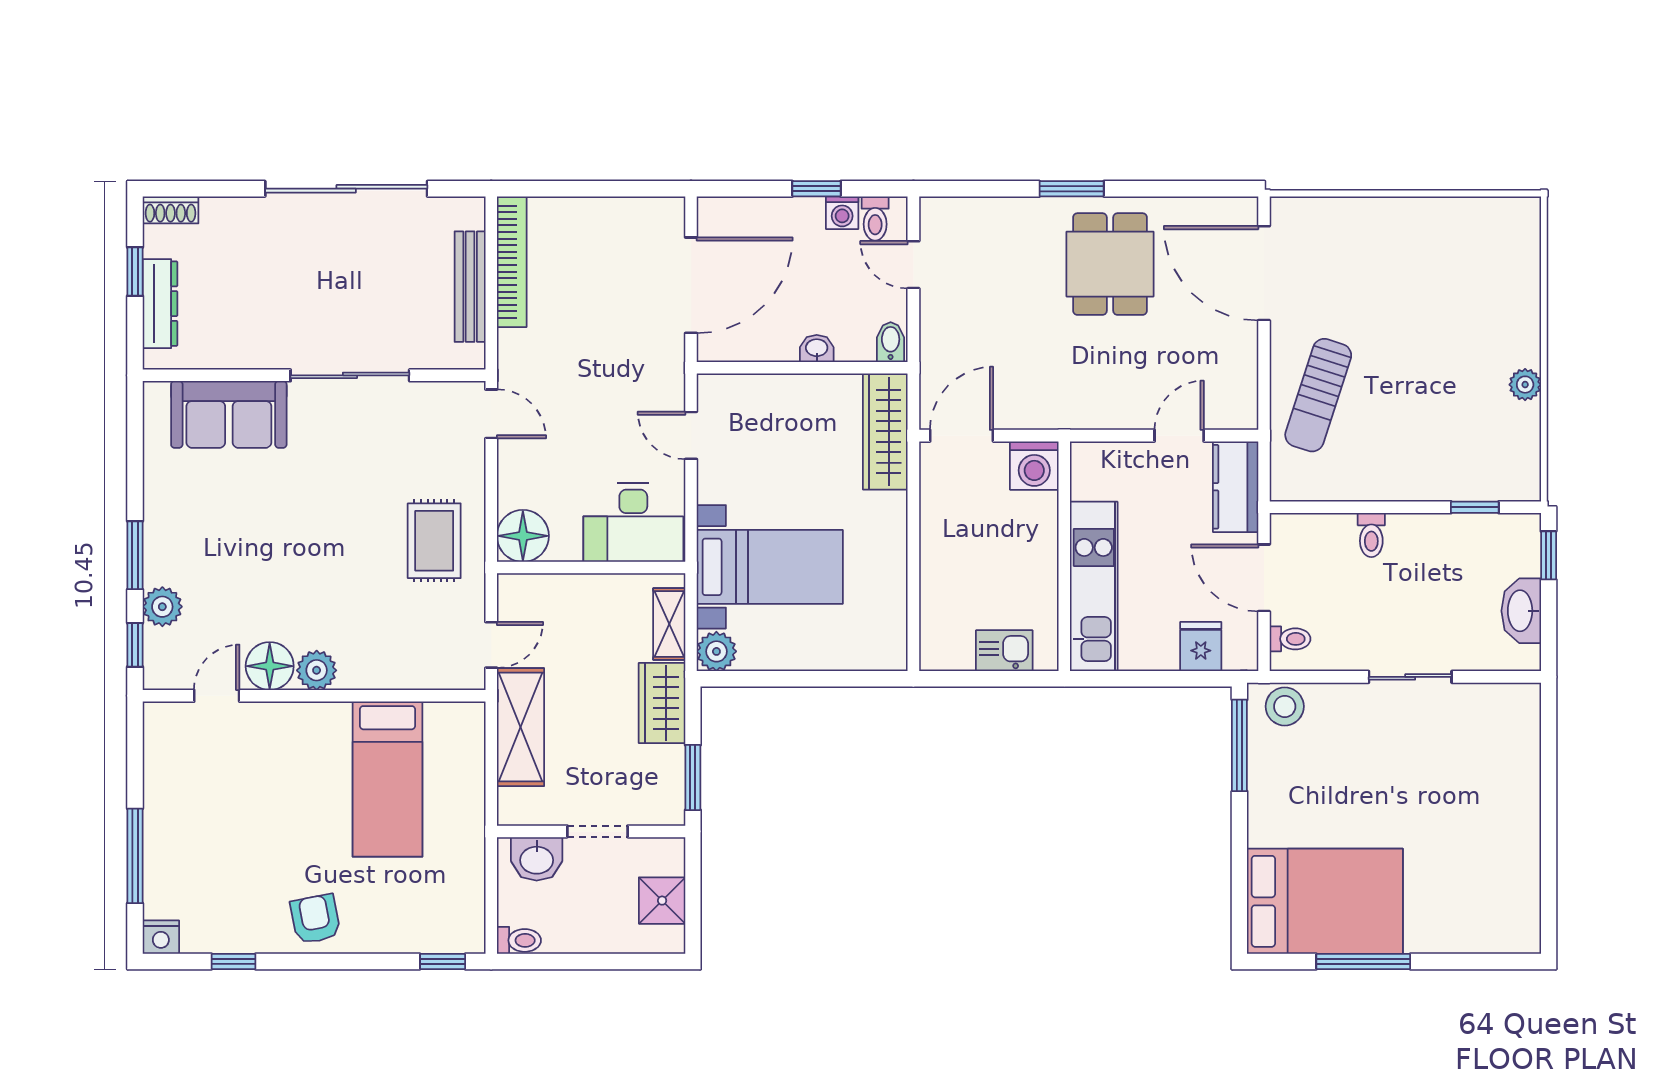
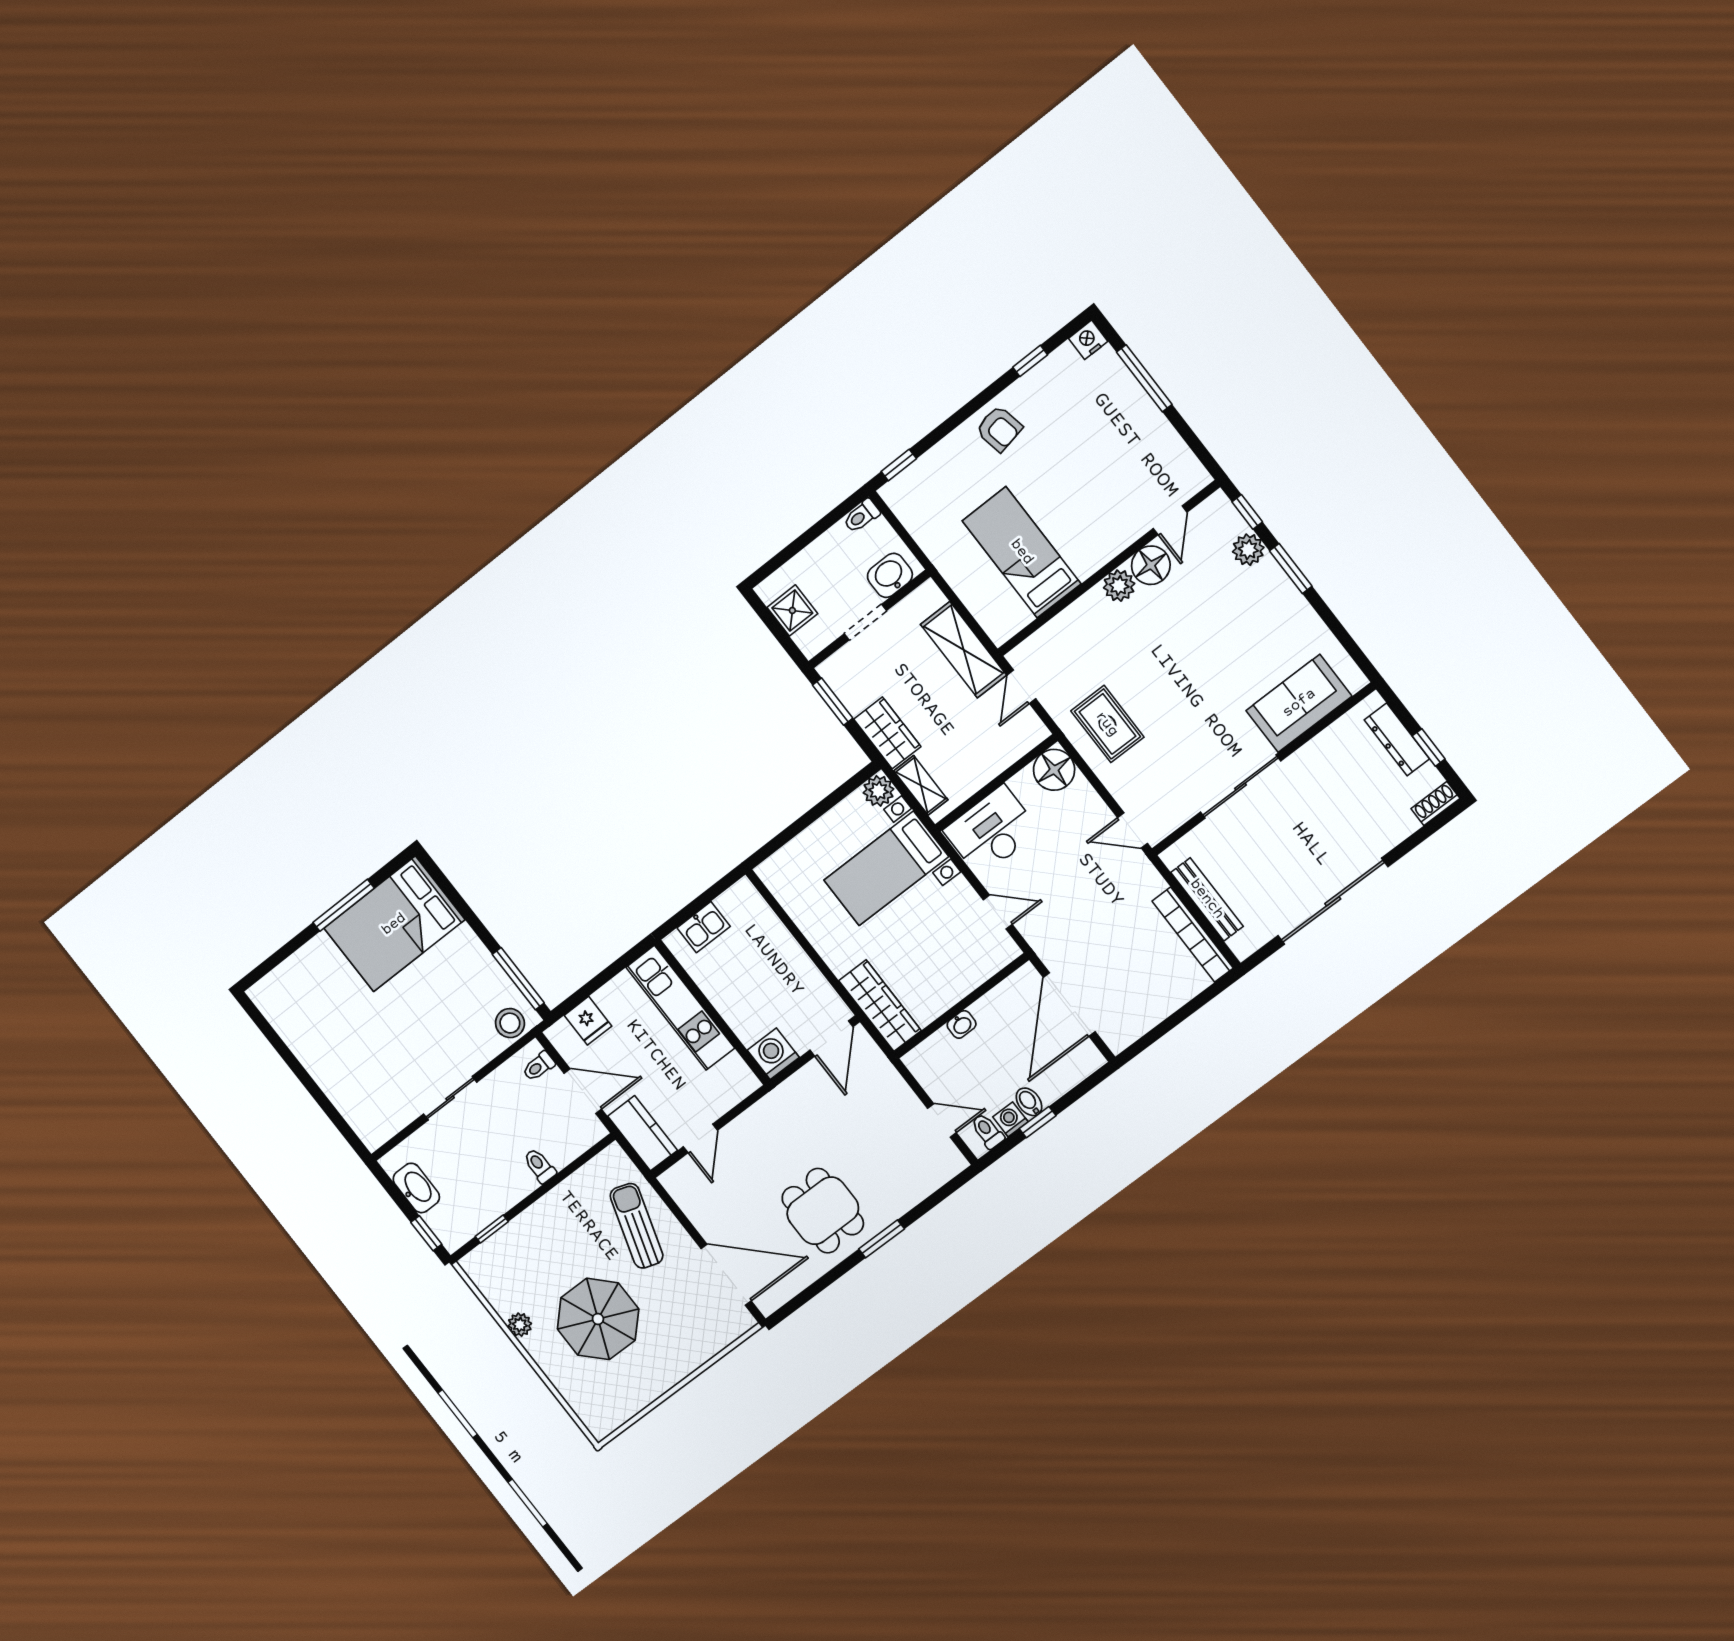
parasol: (1437, 328) -> (598, 1319), added
bidet: (891, 342) -> (1029, 1102), moved, turned 180

